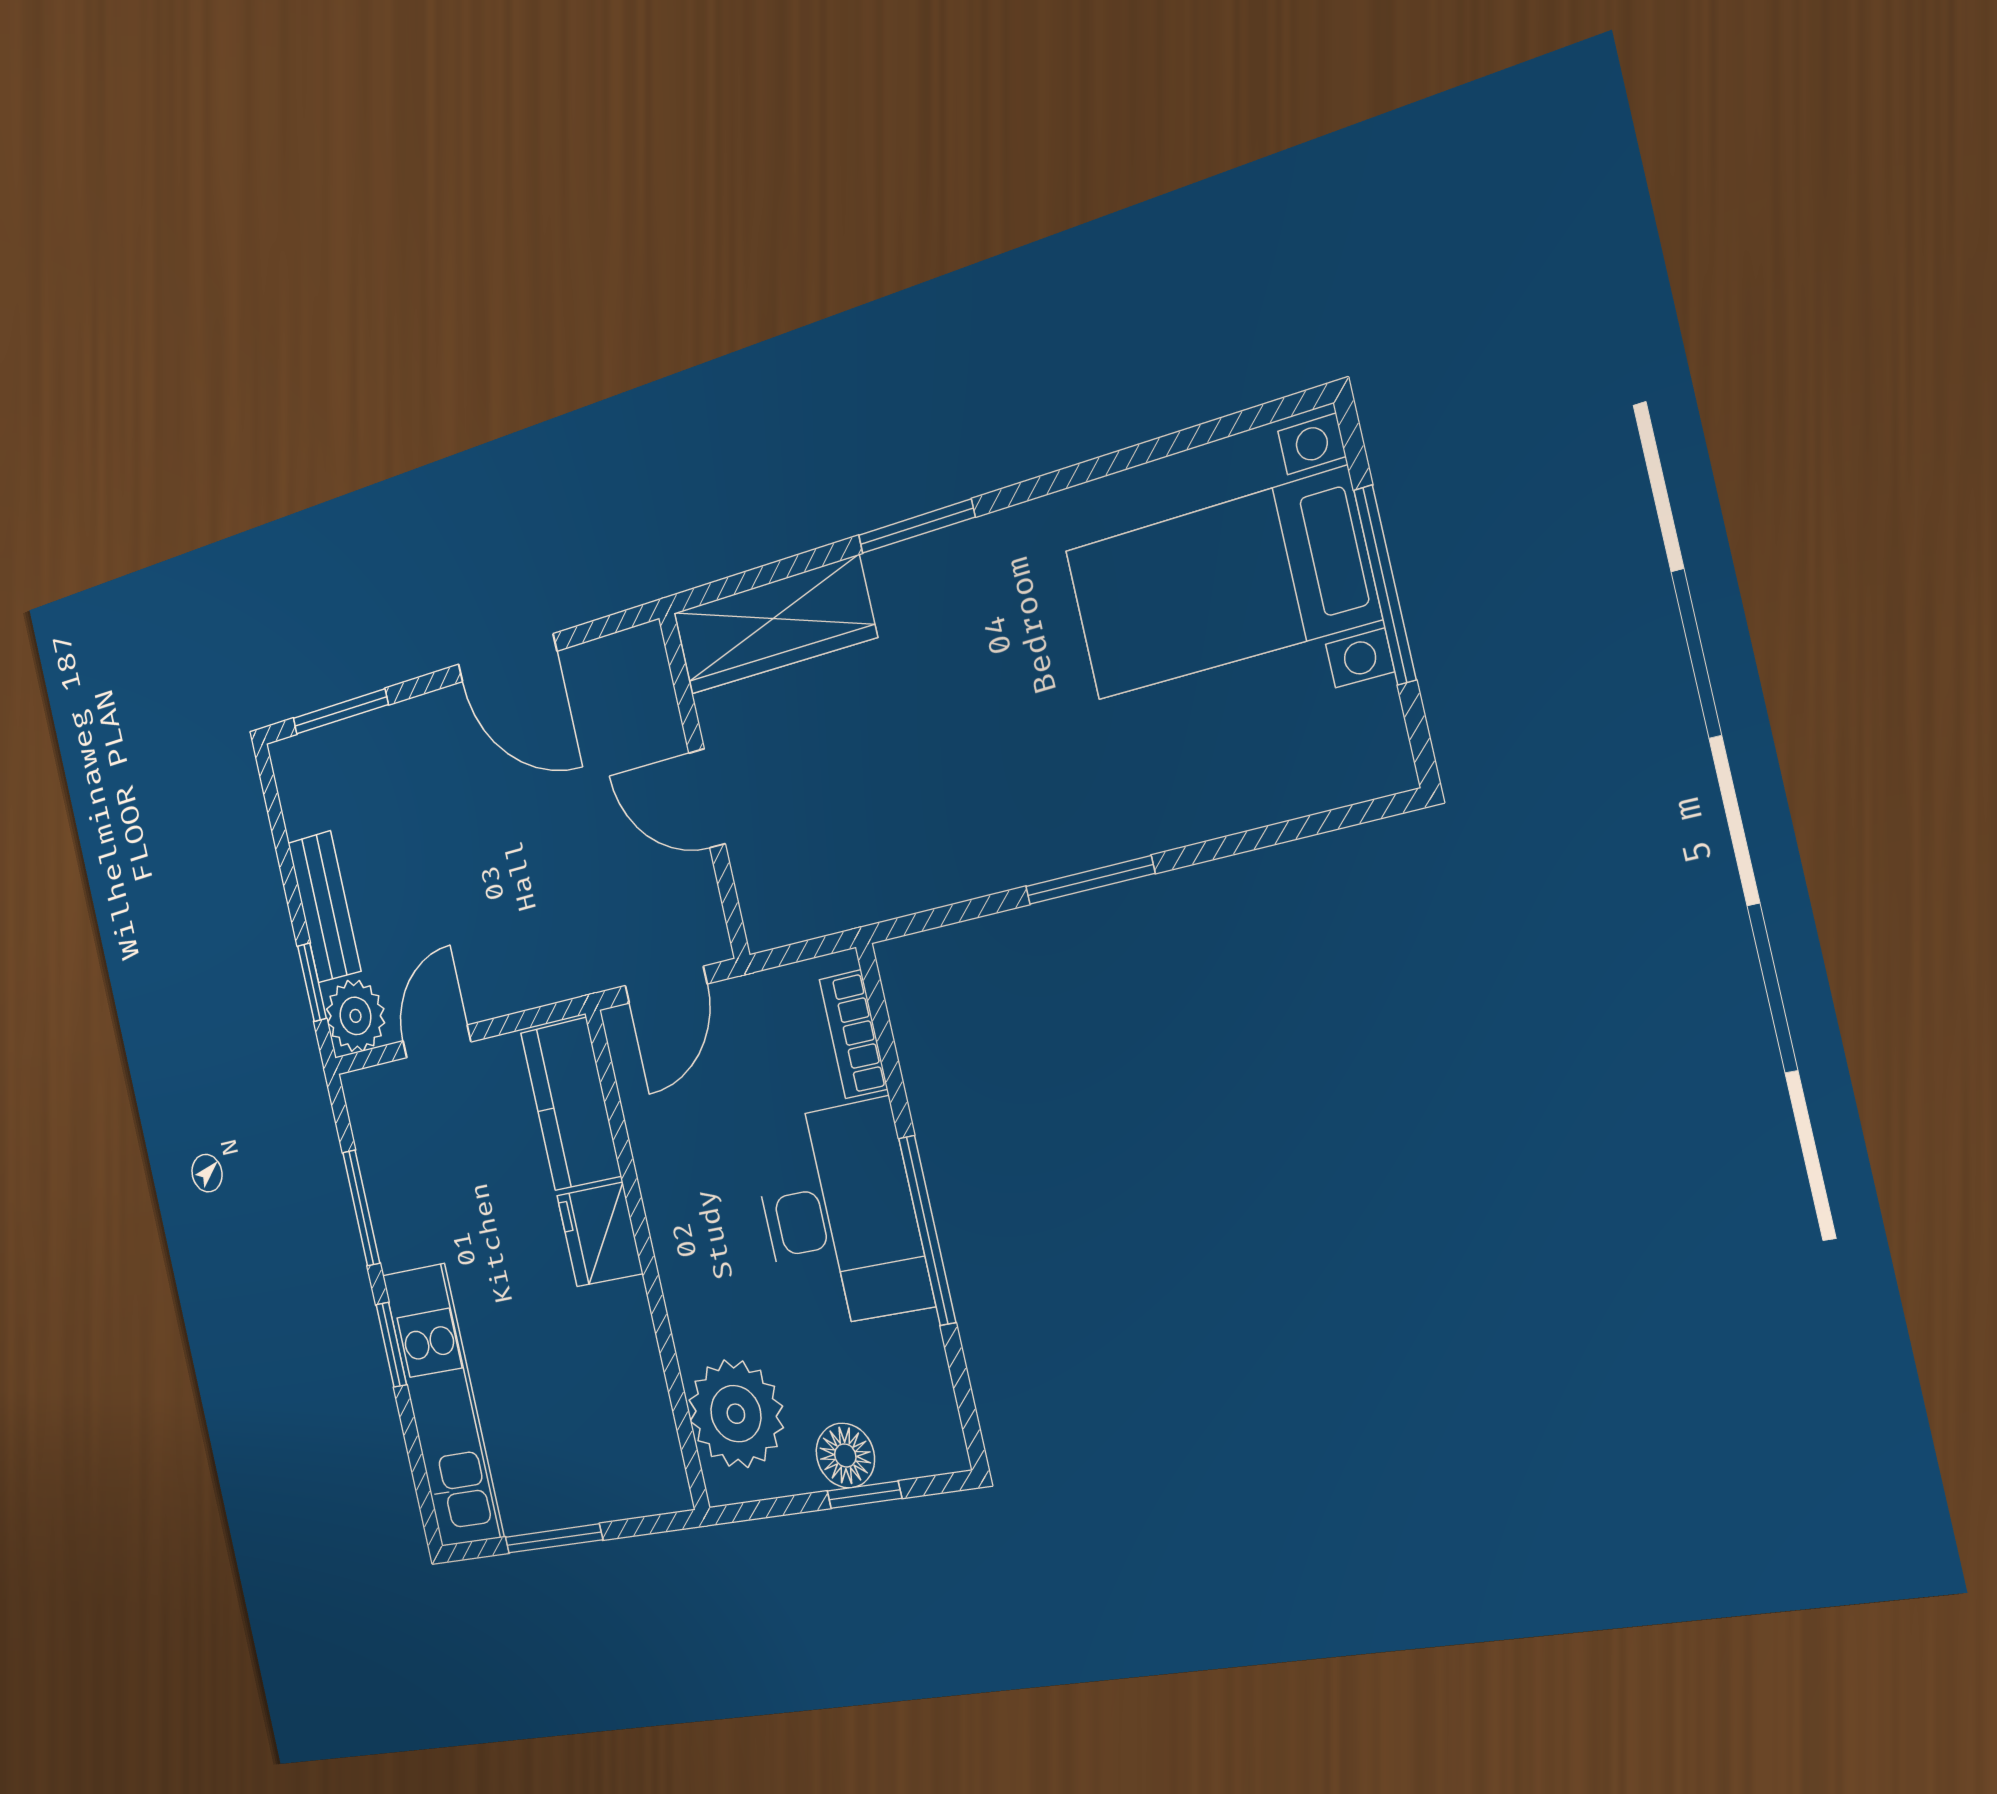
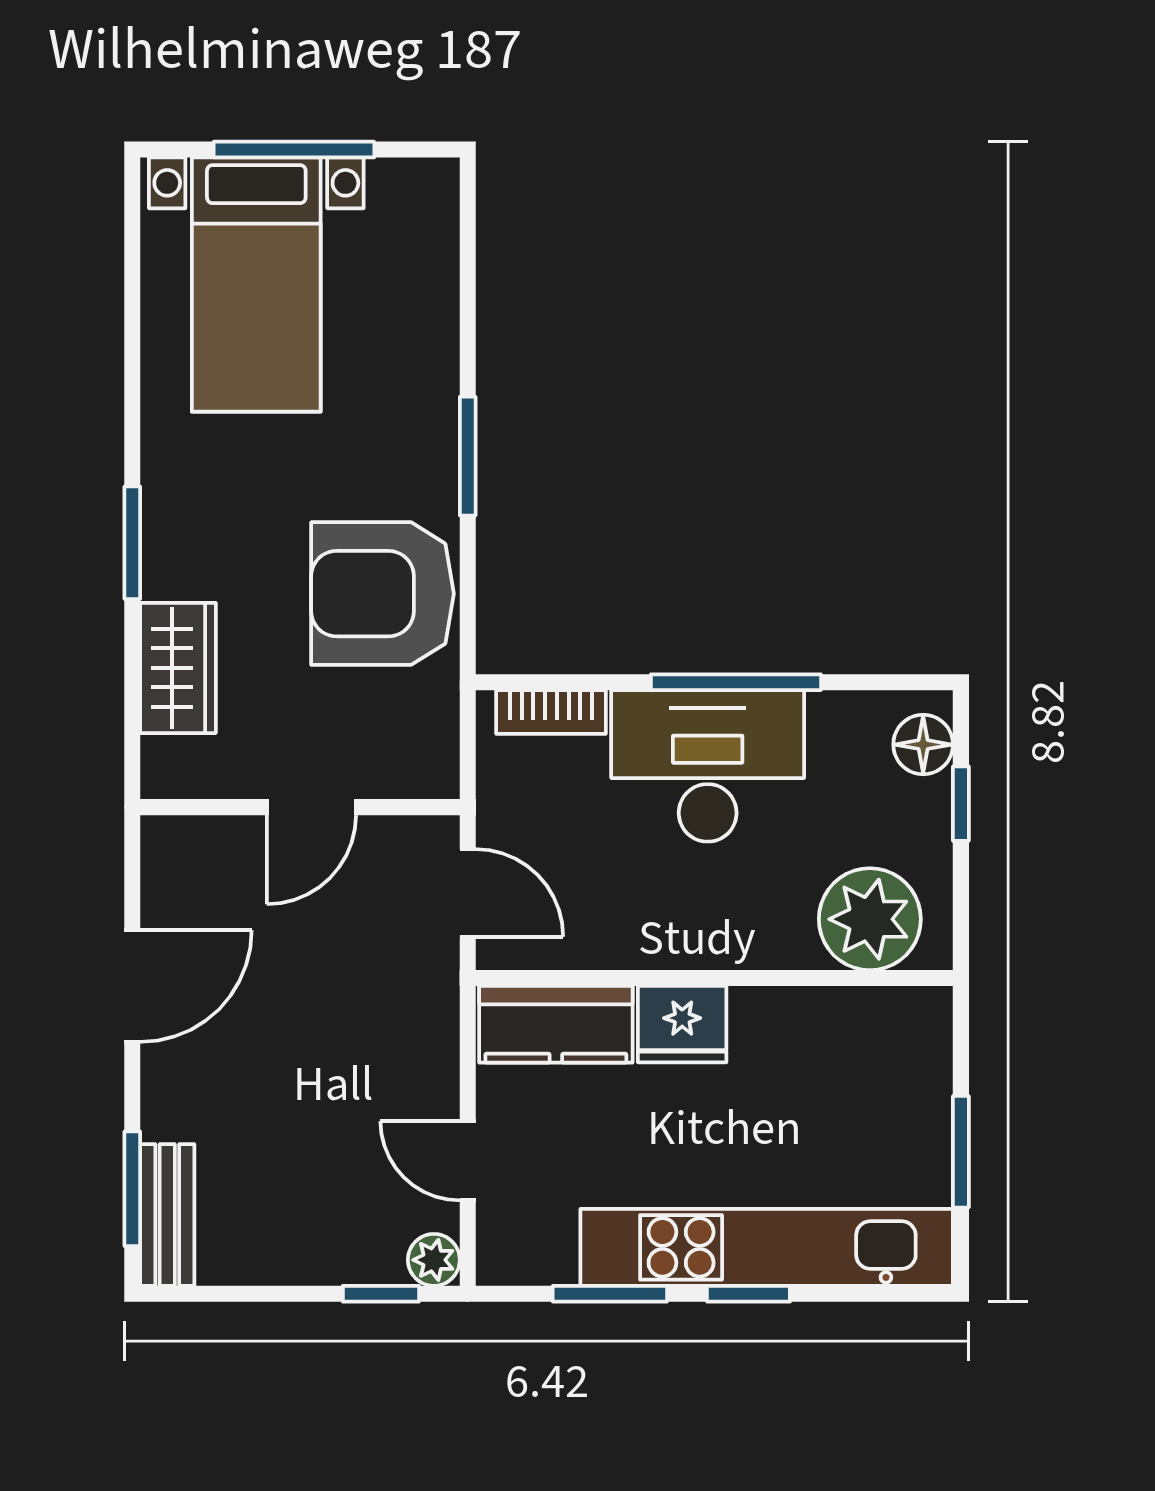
wardrobe: (774, 625) -> (178, 668), width x0.67
armchair: (928, 820) -> (383, 594), added
bench: (324, 907) -> (167, 1215), moved, turned 90
plant: (355, 1016) -> (434, 1260), width x0.73, depth x0.73
kitchen unit: (443, 1405) -> (767, 1247), width x1.36
floor lamp: (845, 1455) -> (923, 745), moved

